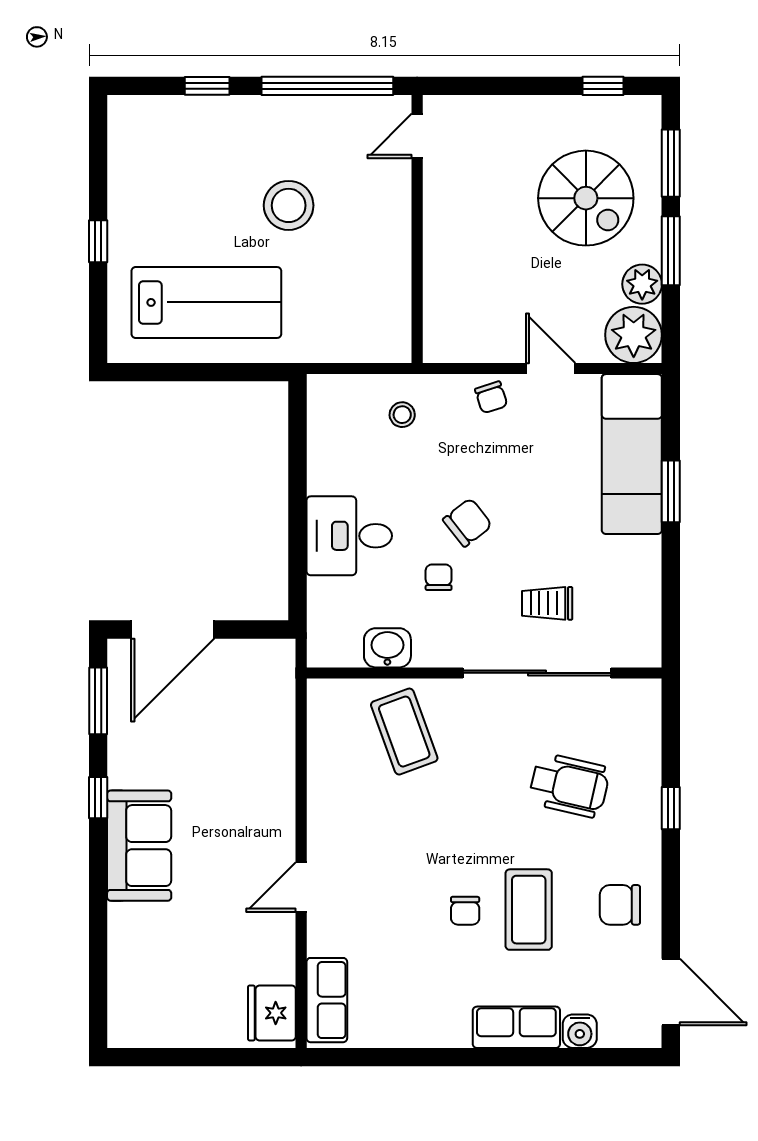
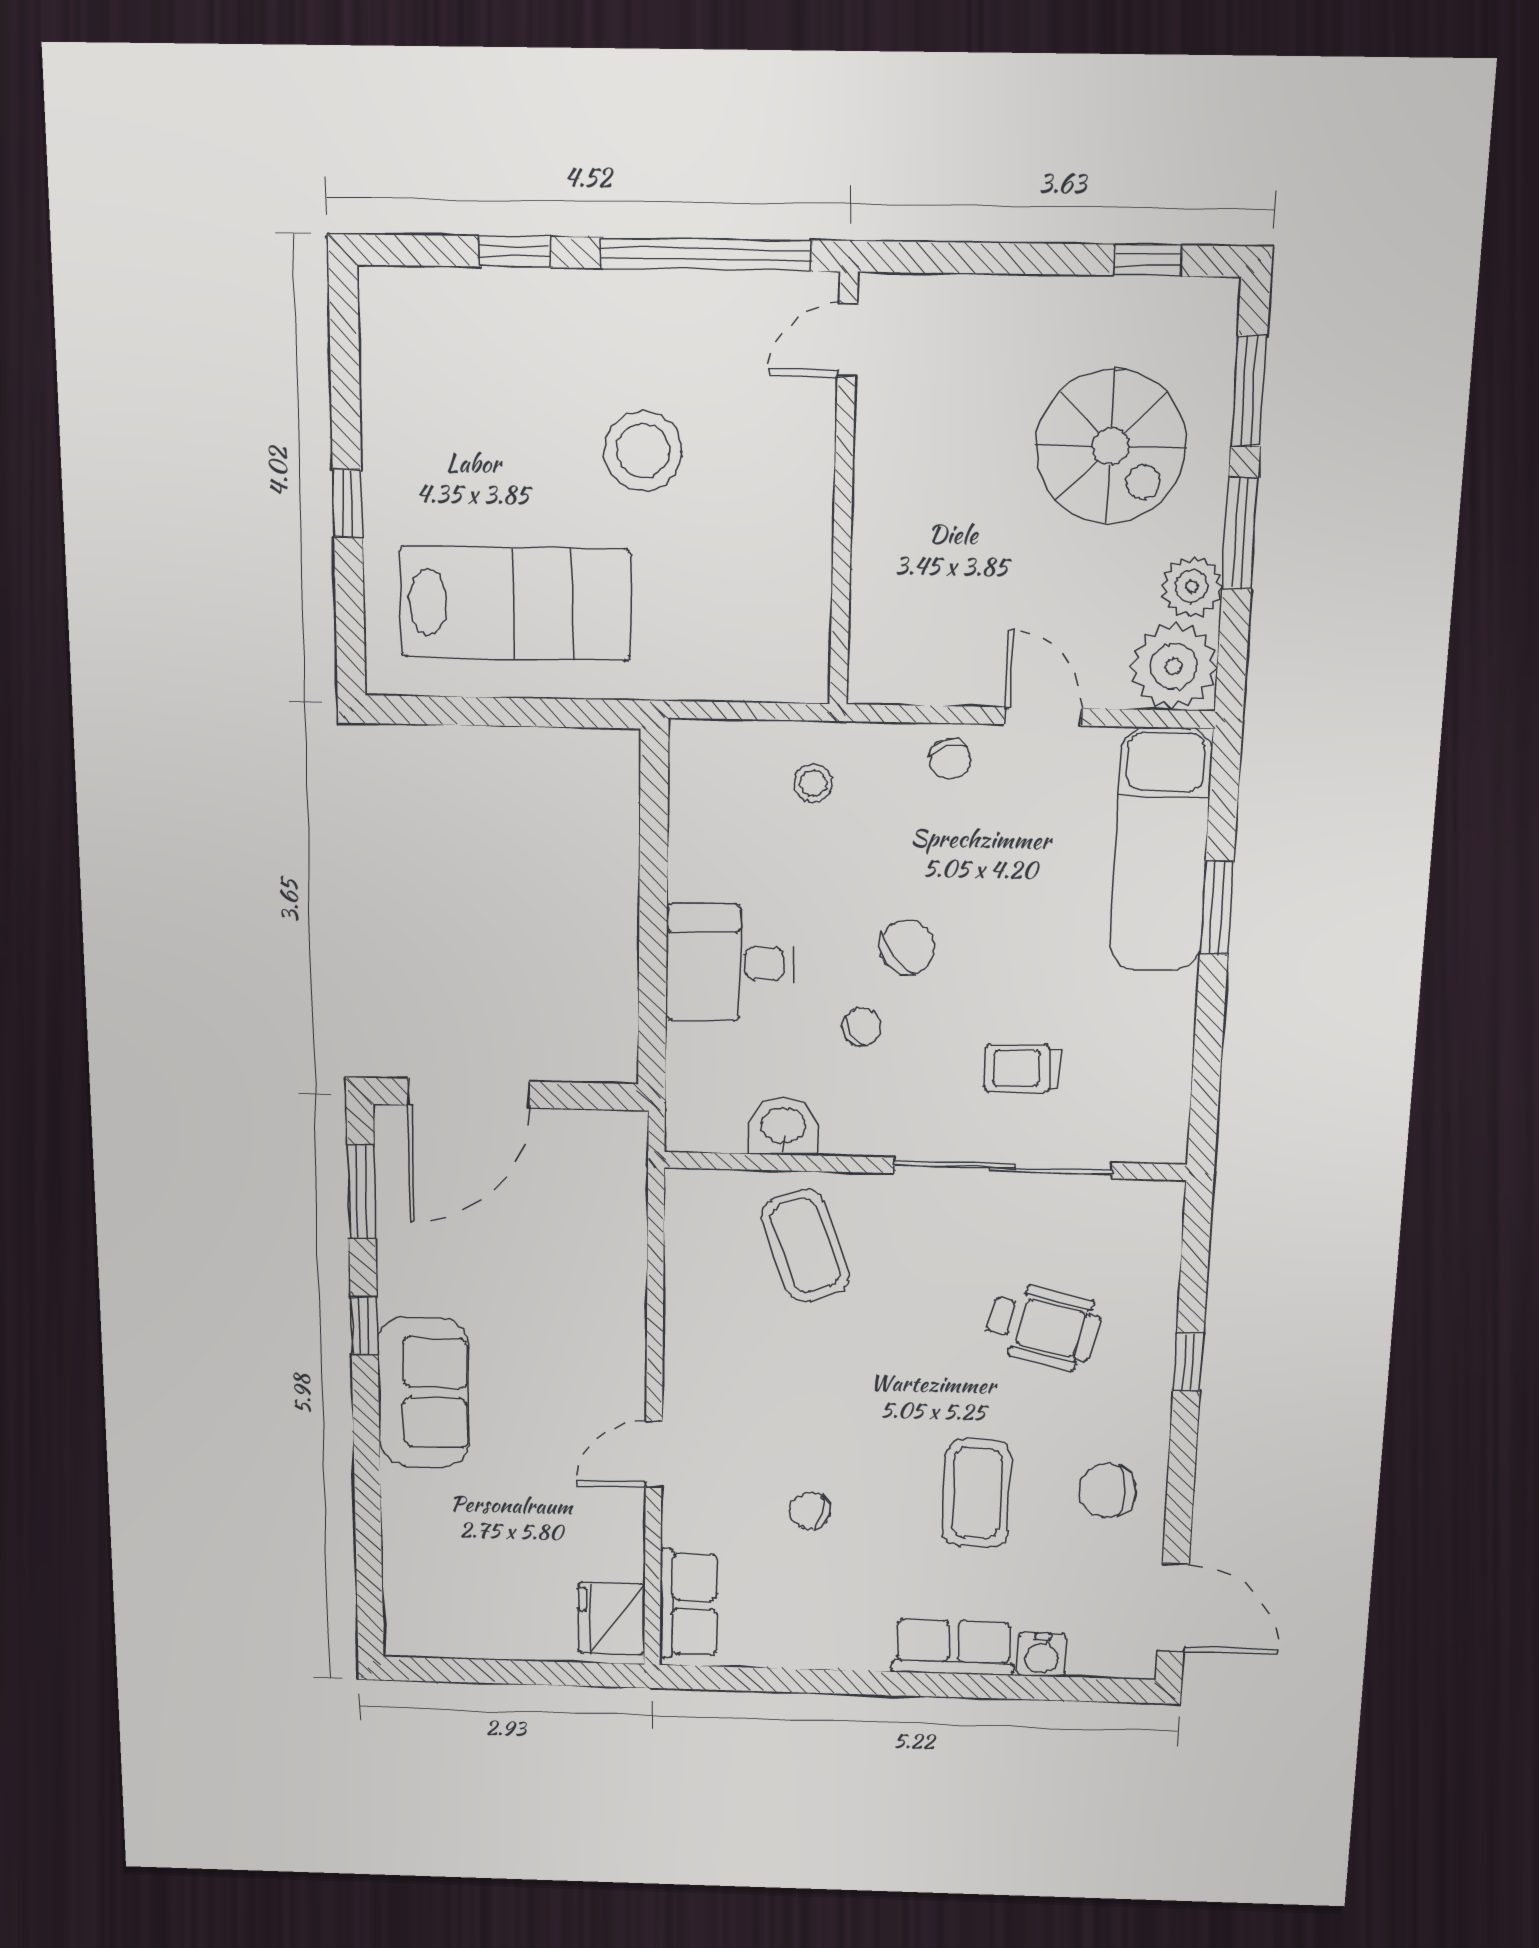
chair: (439, 577) -> (862, 1027), turned 56
chair: (465, 911) -> (810, 1511), moved, turned 104

